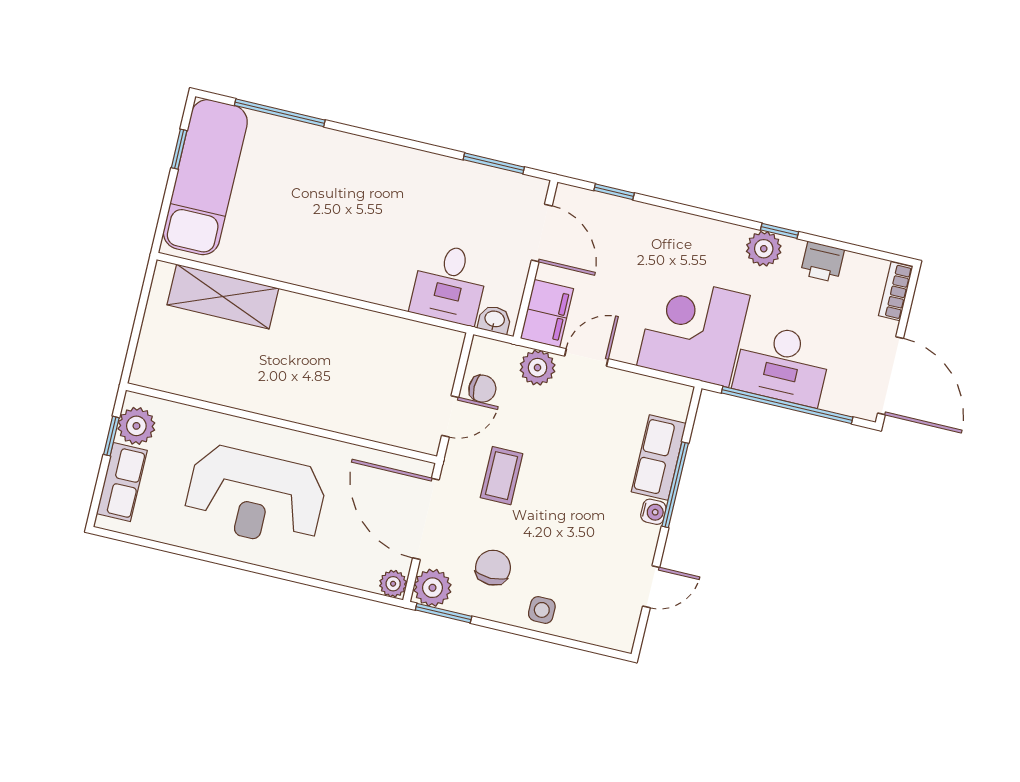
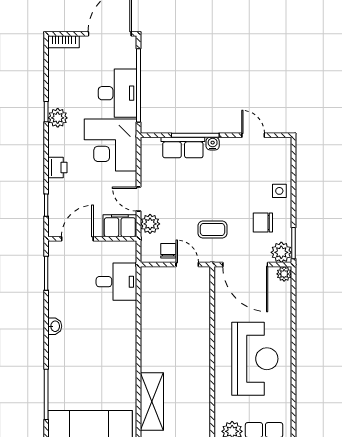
printer: (822, 262) -> (57, 167), moved
washbasin: (494, 320) -> (55, 326), moved, turned 180
door: (426, 519) -> (245, 265), hinge flipped

